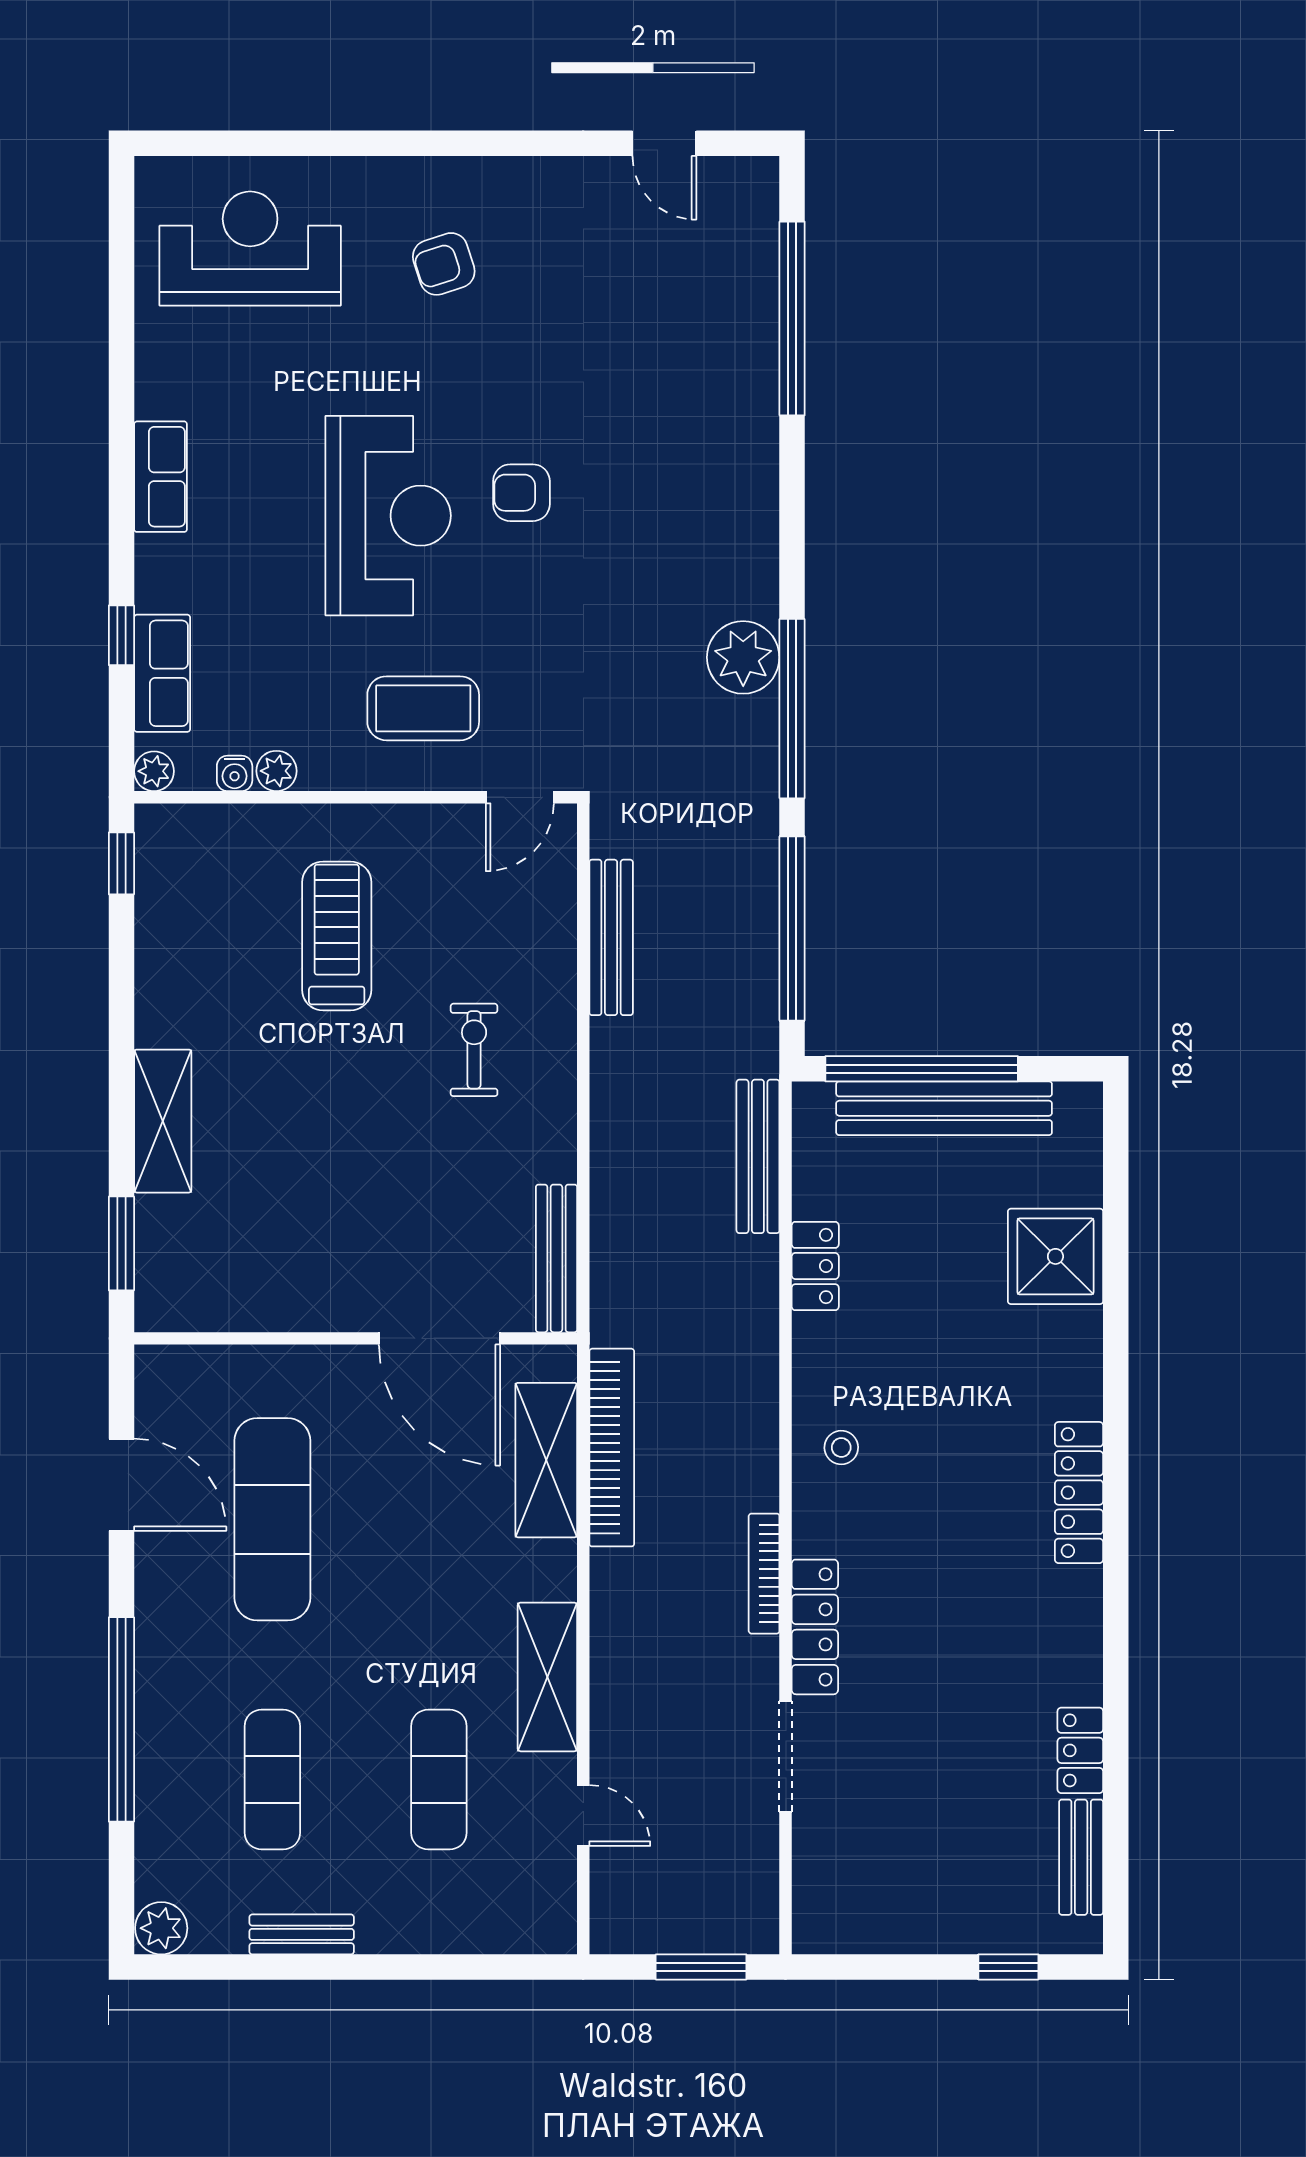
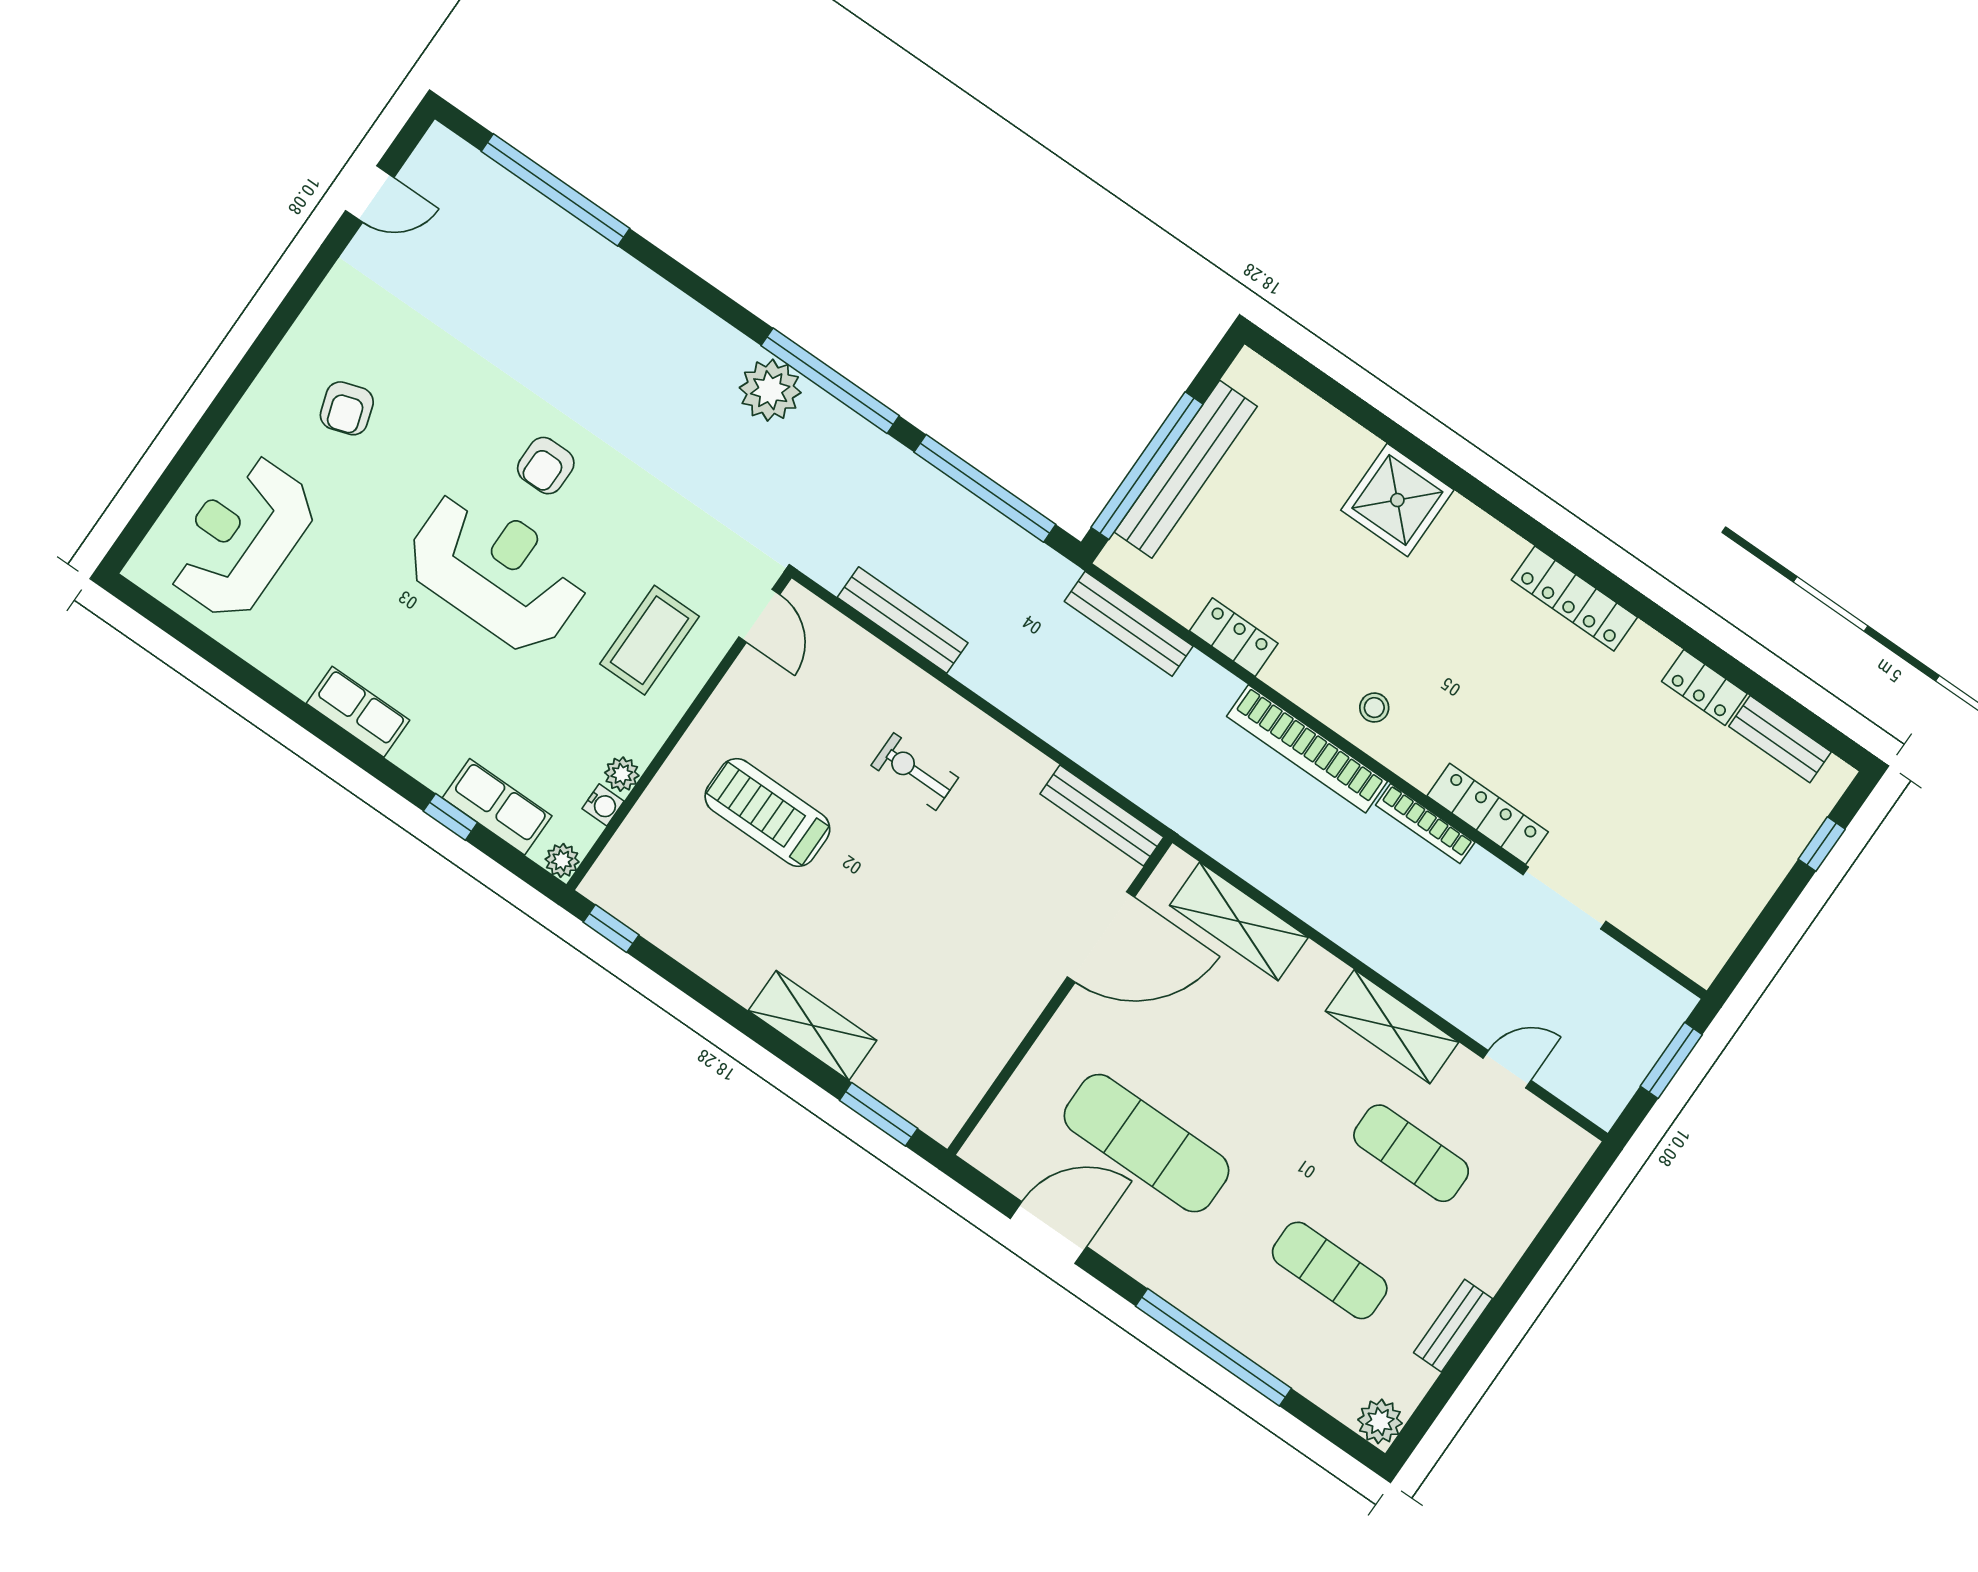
shower: (1055, 1256) -> (1397, 500), moved
bookcase: (612, 1448) -> (1307, 749), moved, turned 180
locker: (1079, 1493) -> (1574, 598), moved

